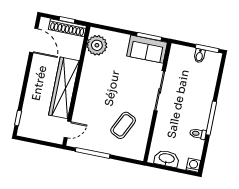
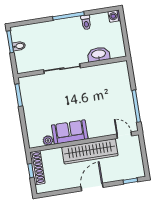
door: (34, 40) -> (92, 187), moved
plant: (97, 45) -> (48, 140), width x0.53, depth x0.53
sofa: (147, 49) -> (70, 132), moved, turned -90
coffee table: (123, 125) -> (103, 89), removed
washbasin: (167, 159) -> (99, 54), moved, turned 90

